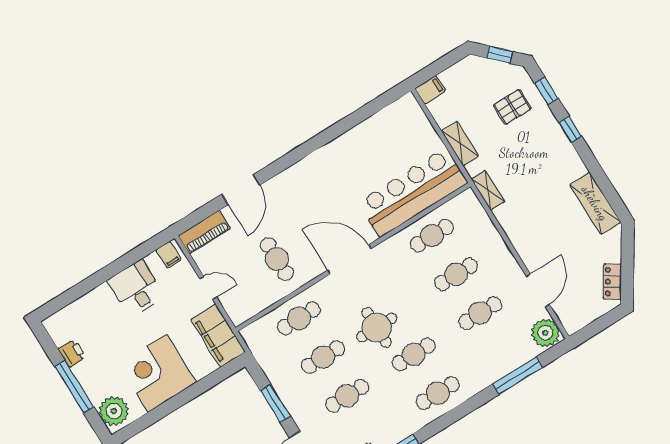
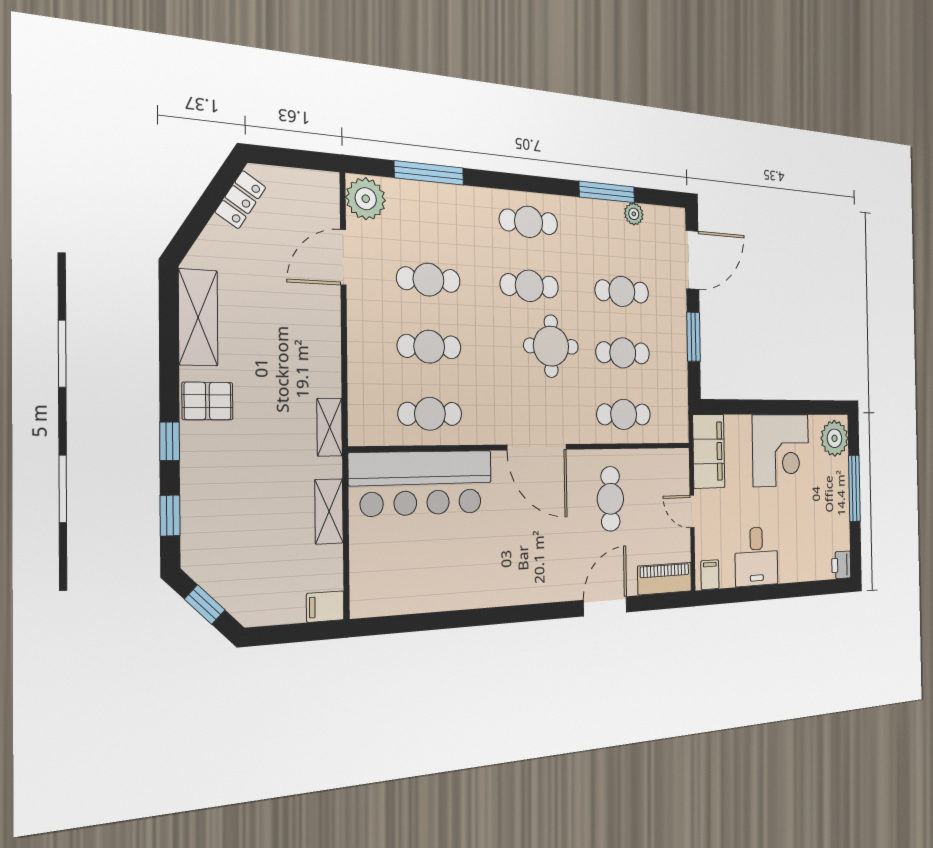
pallet: (512, 107) -> (208, 401), moved
printer: (72, 353) -> (841, 565), moved

